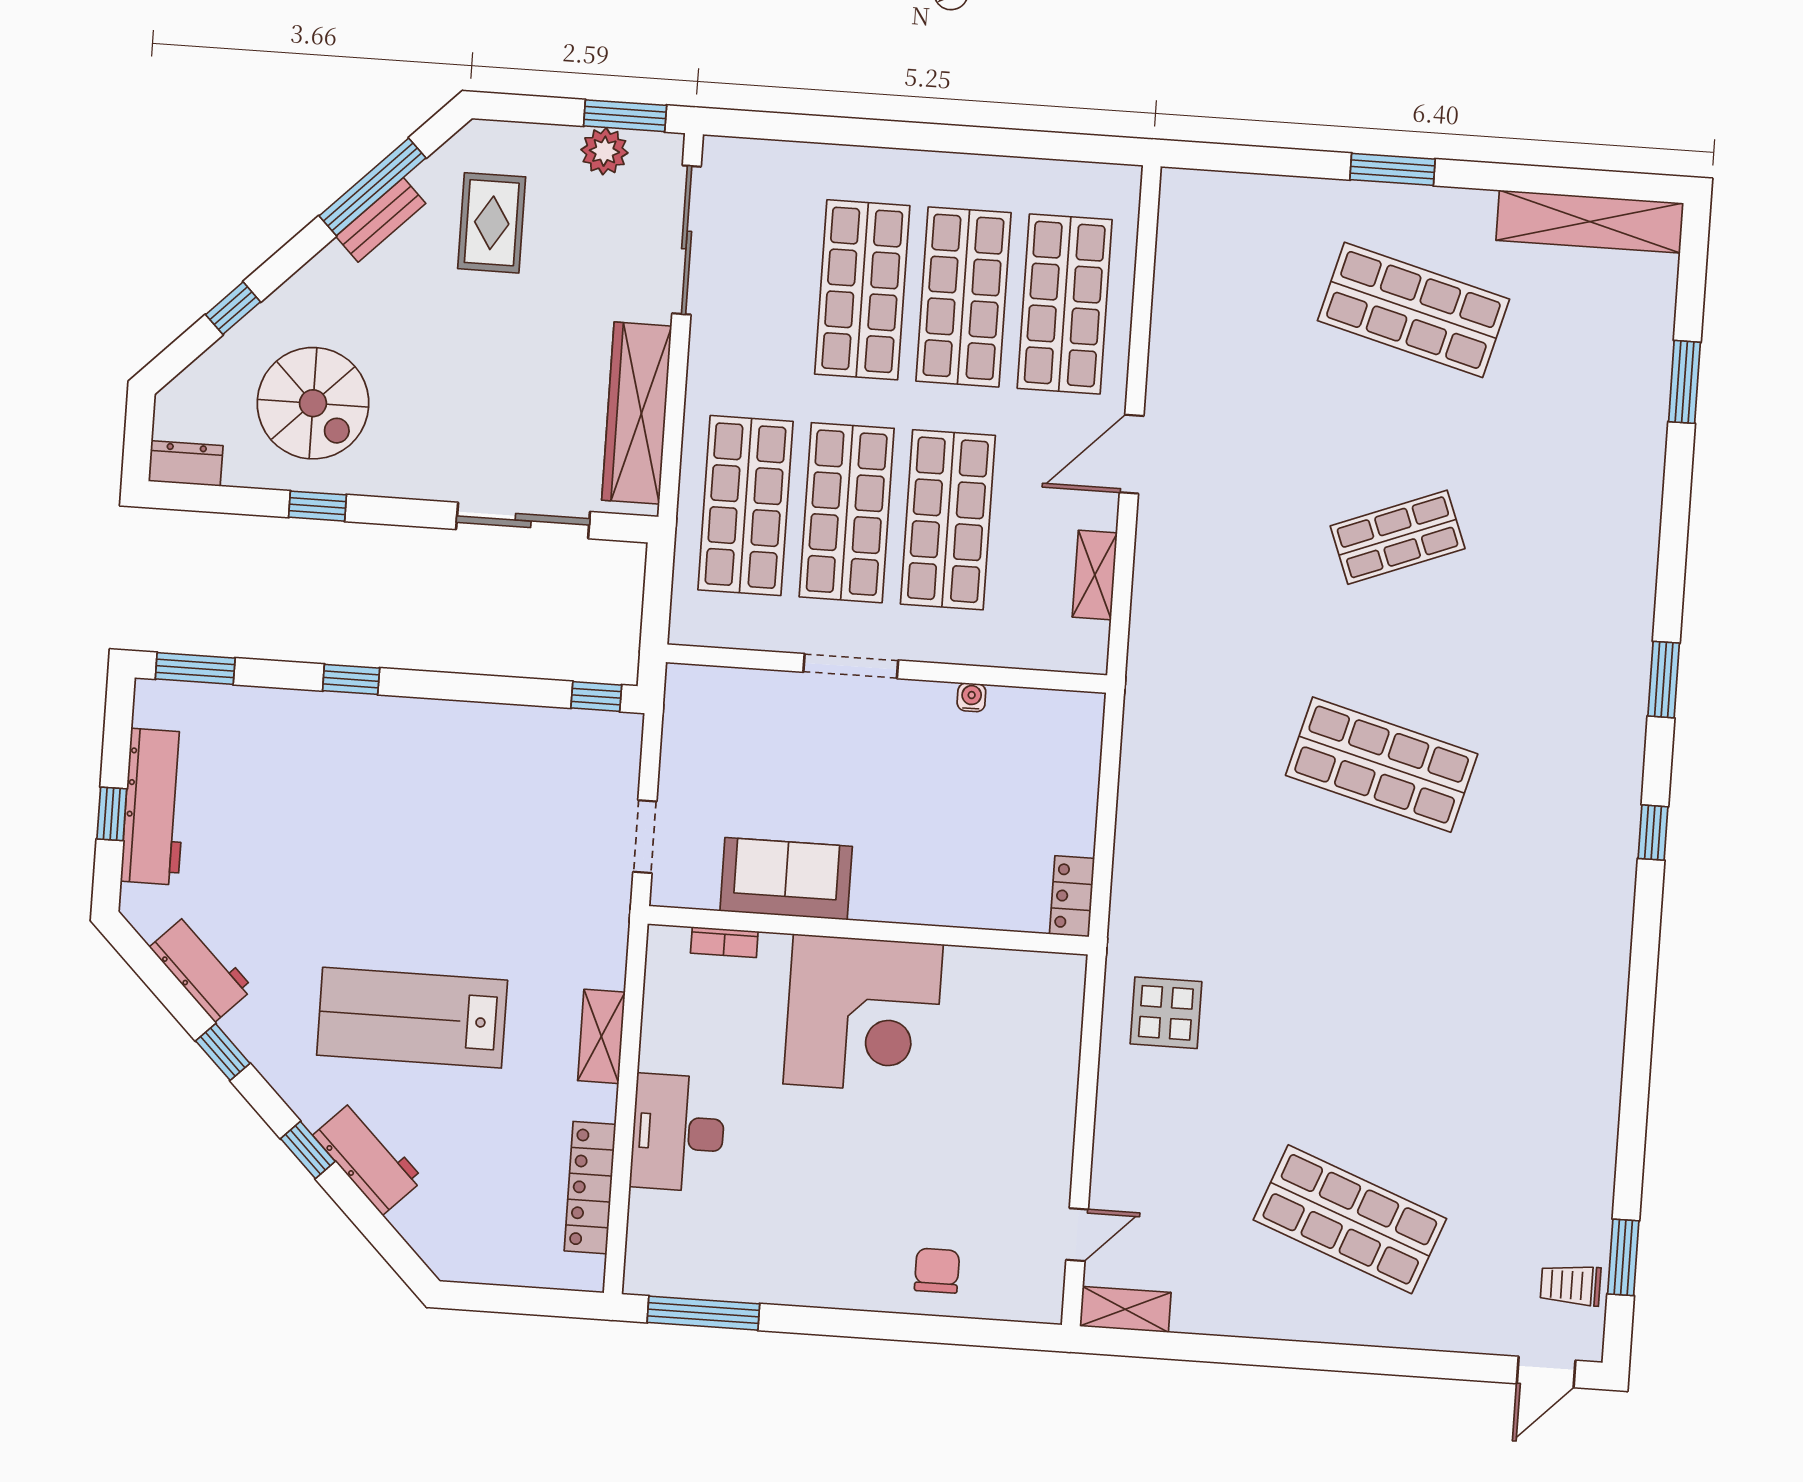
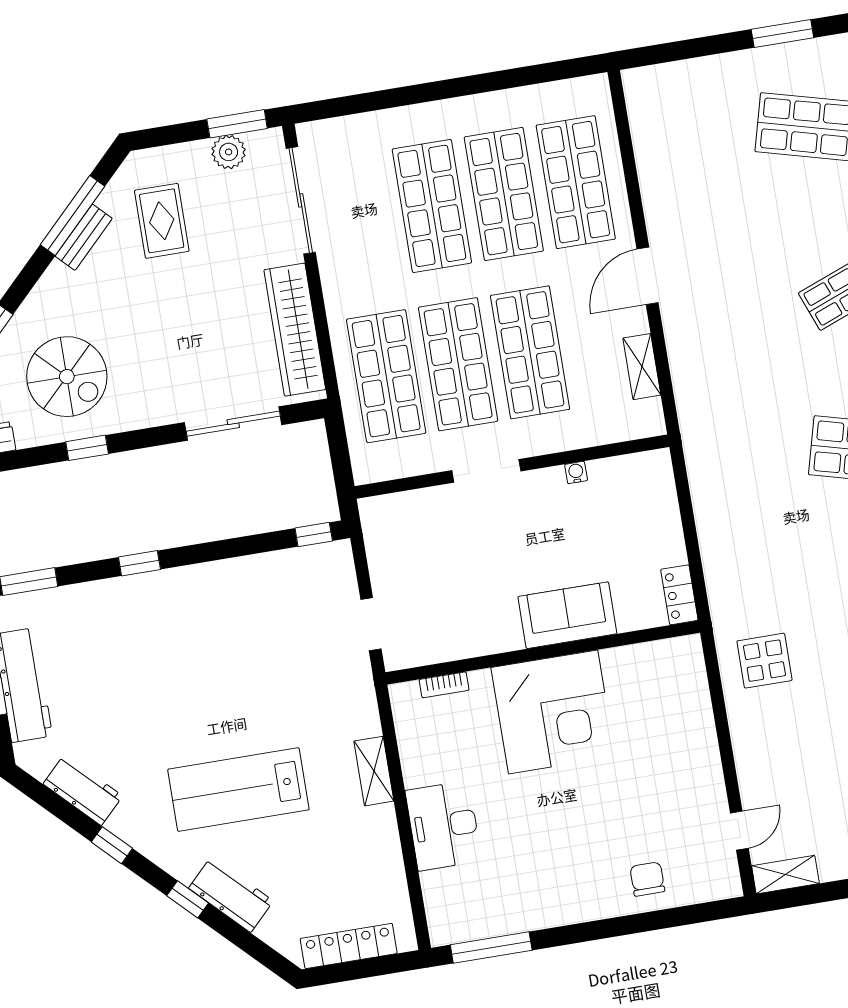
sofa: (786, 879) -> (567, 615), moved
locker: (590, 1188) -> (349, 946), moved, turned 90

